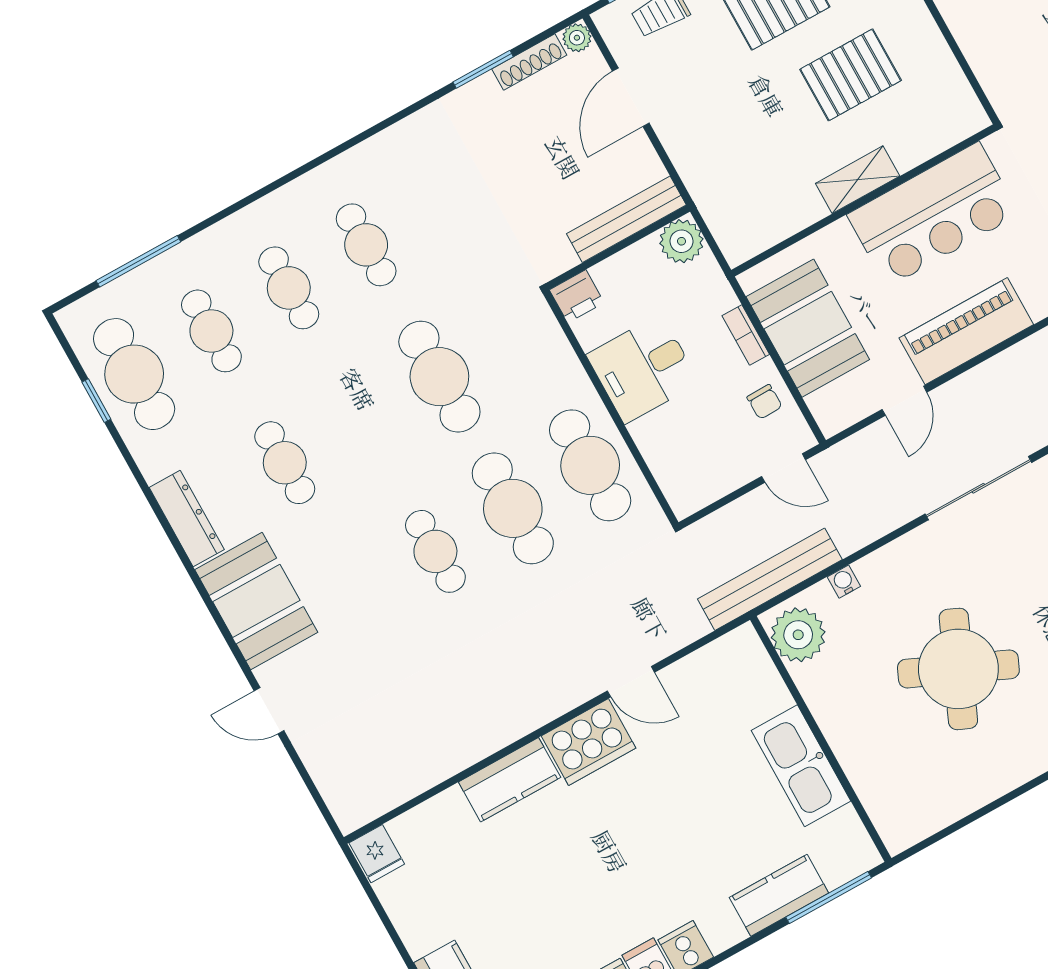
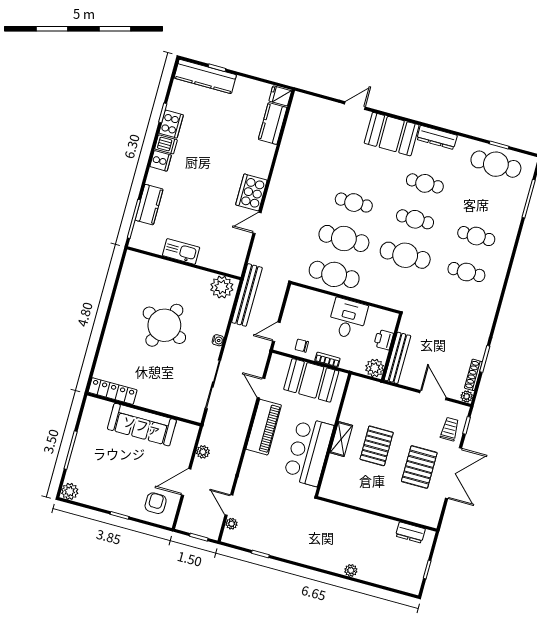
pallet: (851, 75) -> (377, 446), moved
printer: (577, 296) -> (384, 340), moved
cafe table: (211, 331) -> (415, 219), moved
water cooler: (844, 582) -> (218, 340), moved
kitchen sink: (801, 766) -> (181, 251), width x0.73, depth x0.81
kitchen counter: (510, 780) -> (273, 123), moved

